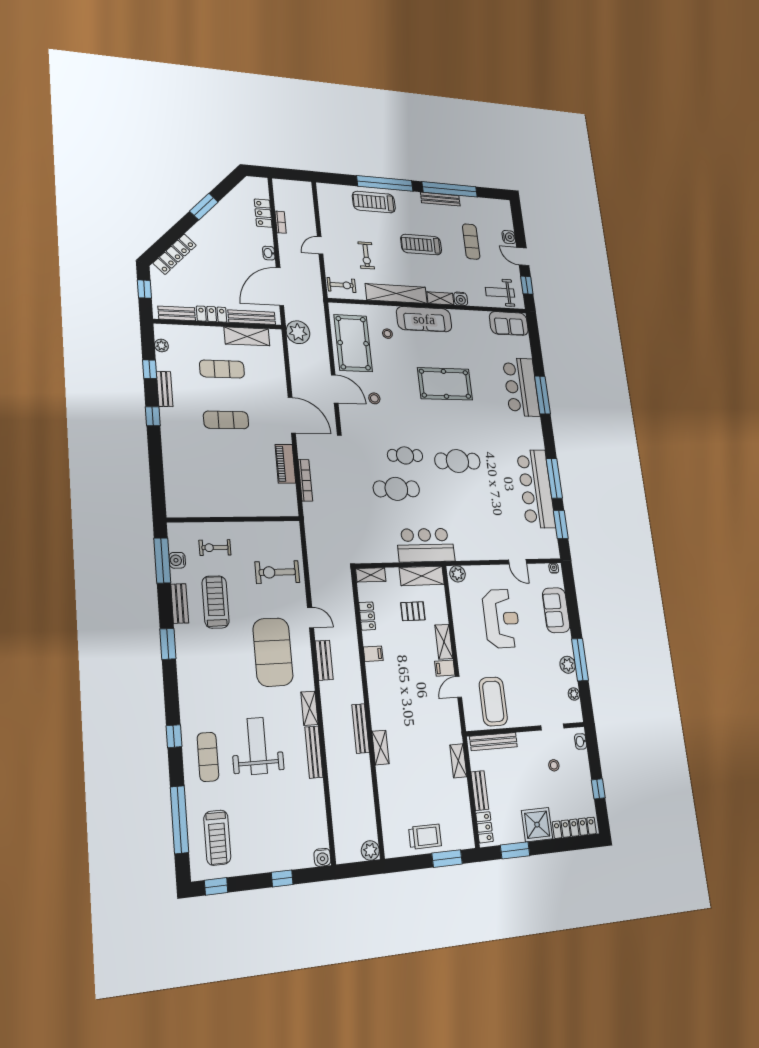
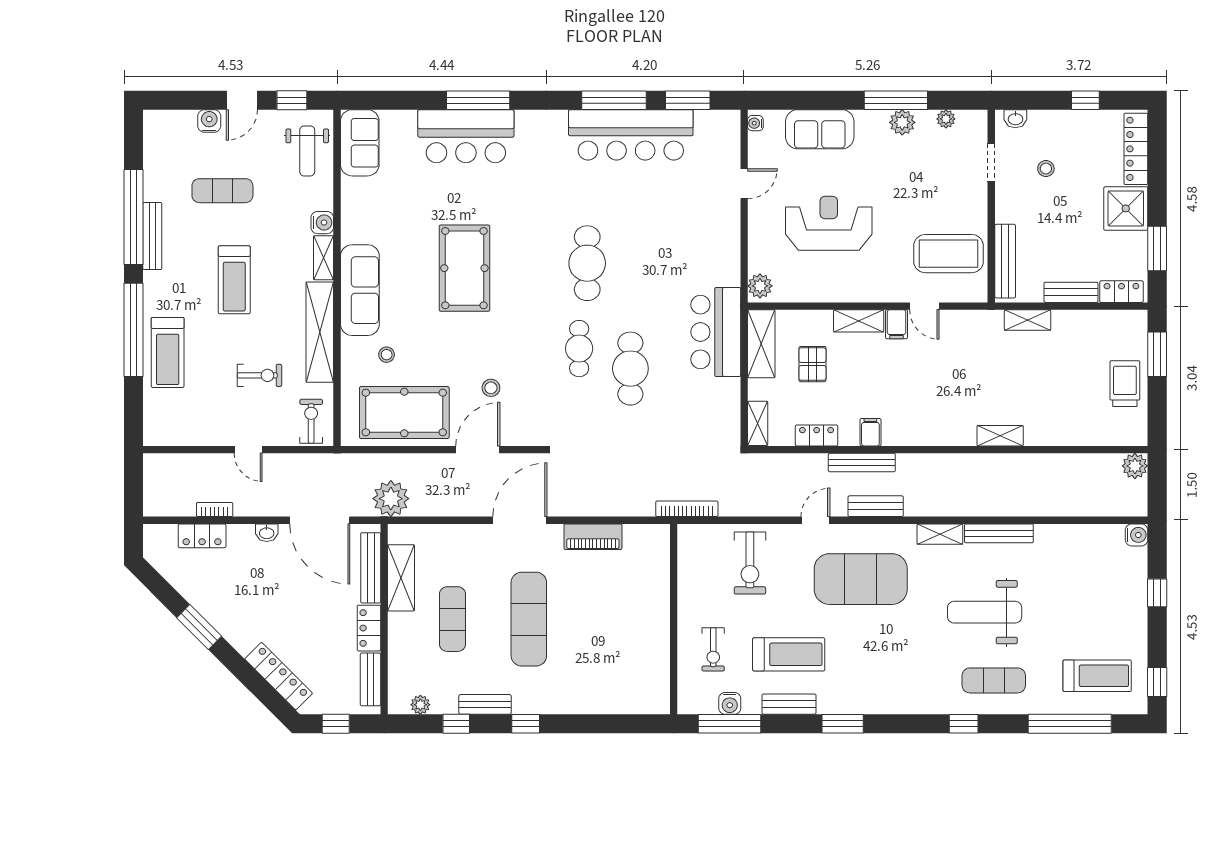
exercise mat: (226, 420) -> (529, 619), width x1.36, depth x1.45
bookcase: (305, 480) -> (687, 509), moved
treadmill: (216, 602) -> (789, 654), turned 180
bench: (361, 728) -> (862, 463), moved

